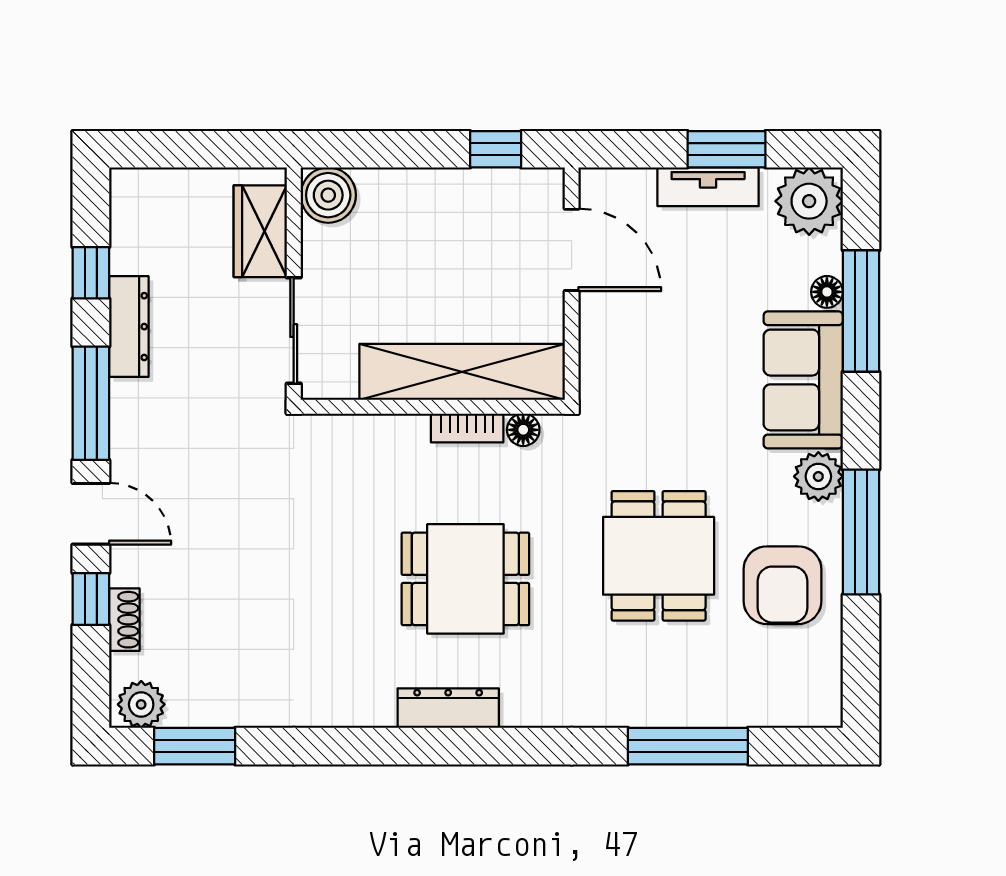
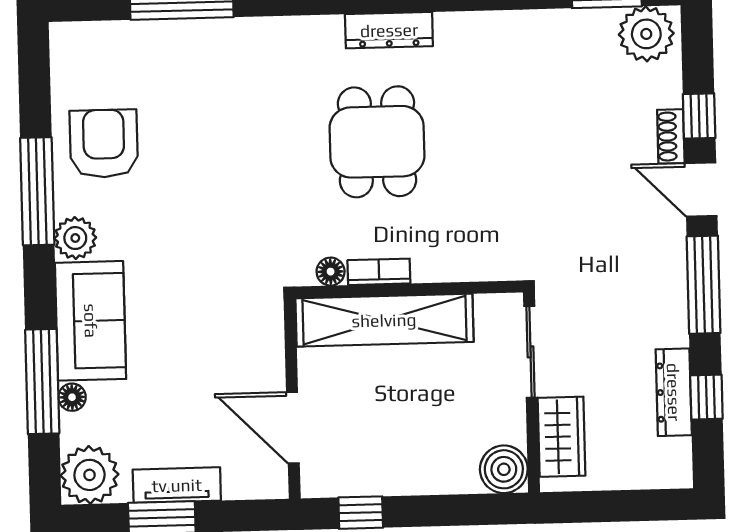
dresser: (129, 327) -> (674, 392), moved
dining table: (659, 556) -> (211, 166), removed
dining table: (465, 579) -> (377, 142), turned 90
shoe rack: (124, 620) -> (671, 136), moved
plant: (141, 704) -> (646, 34), width x1.36, depth x1.36

